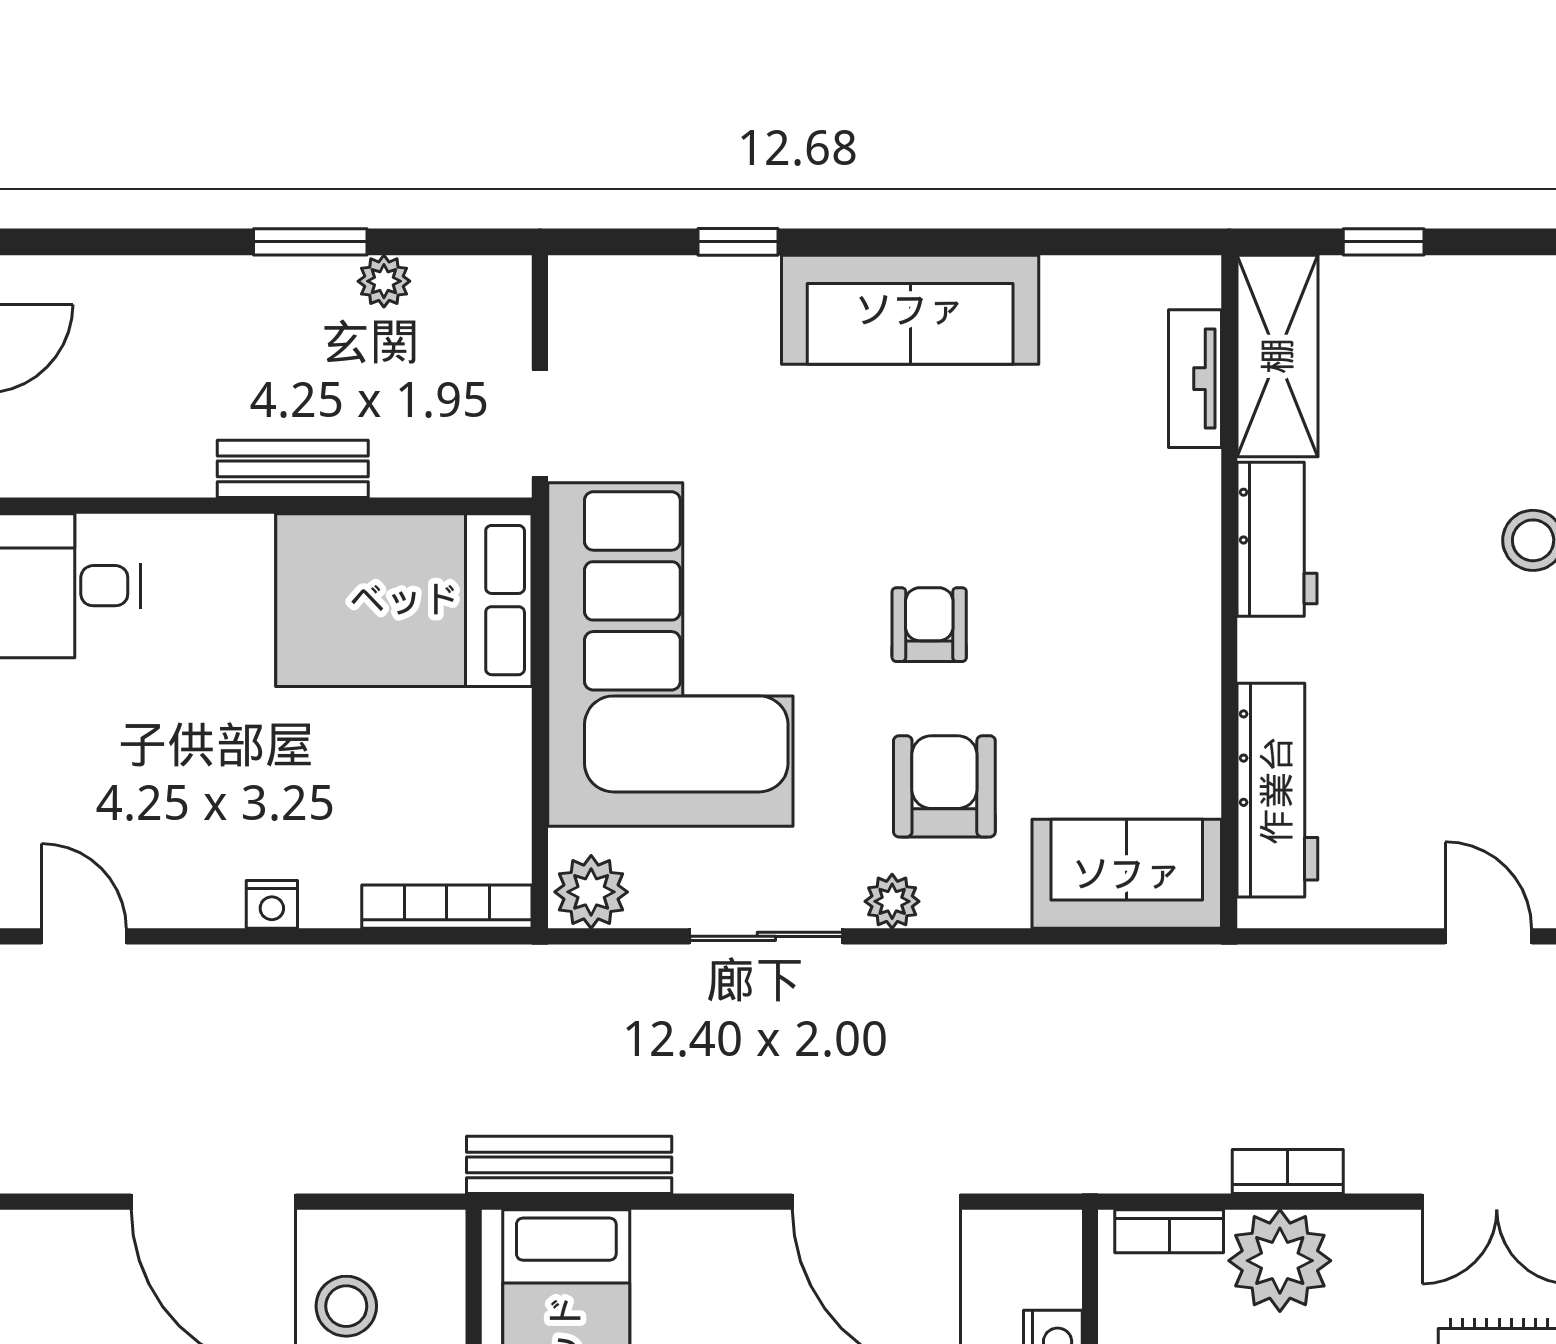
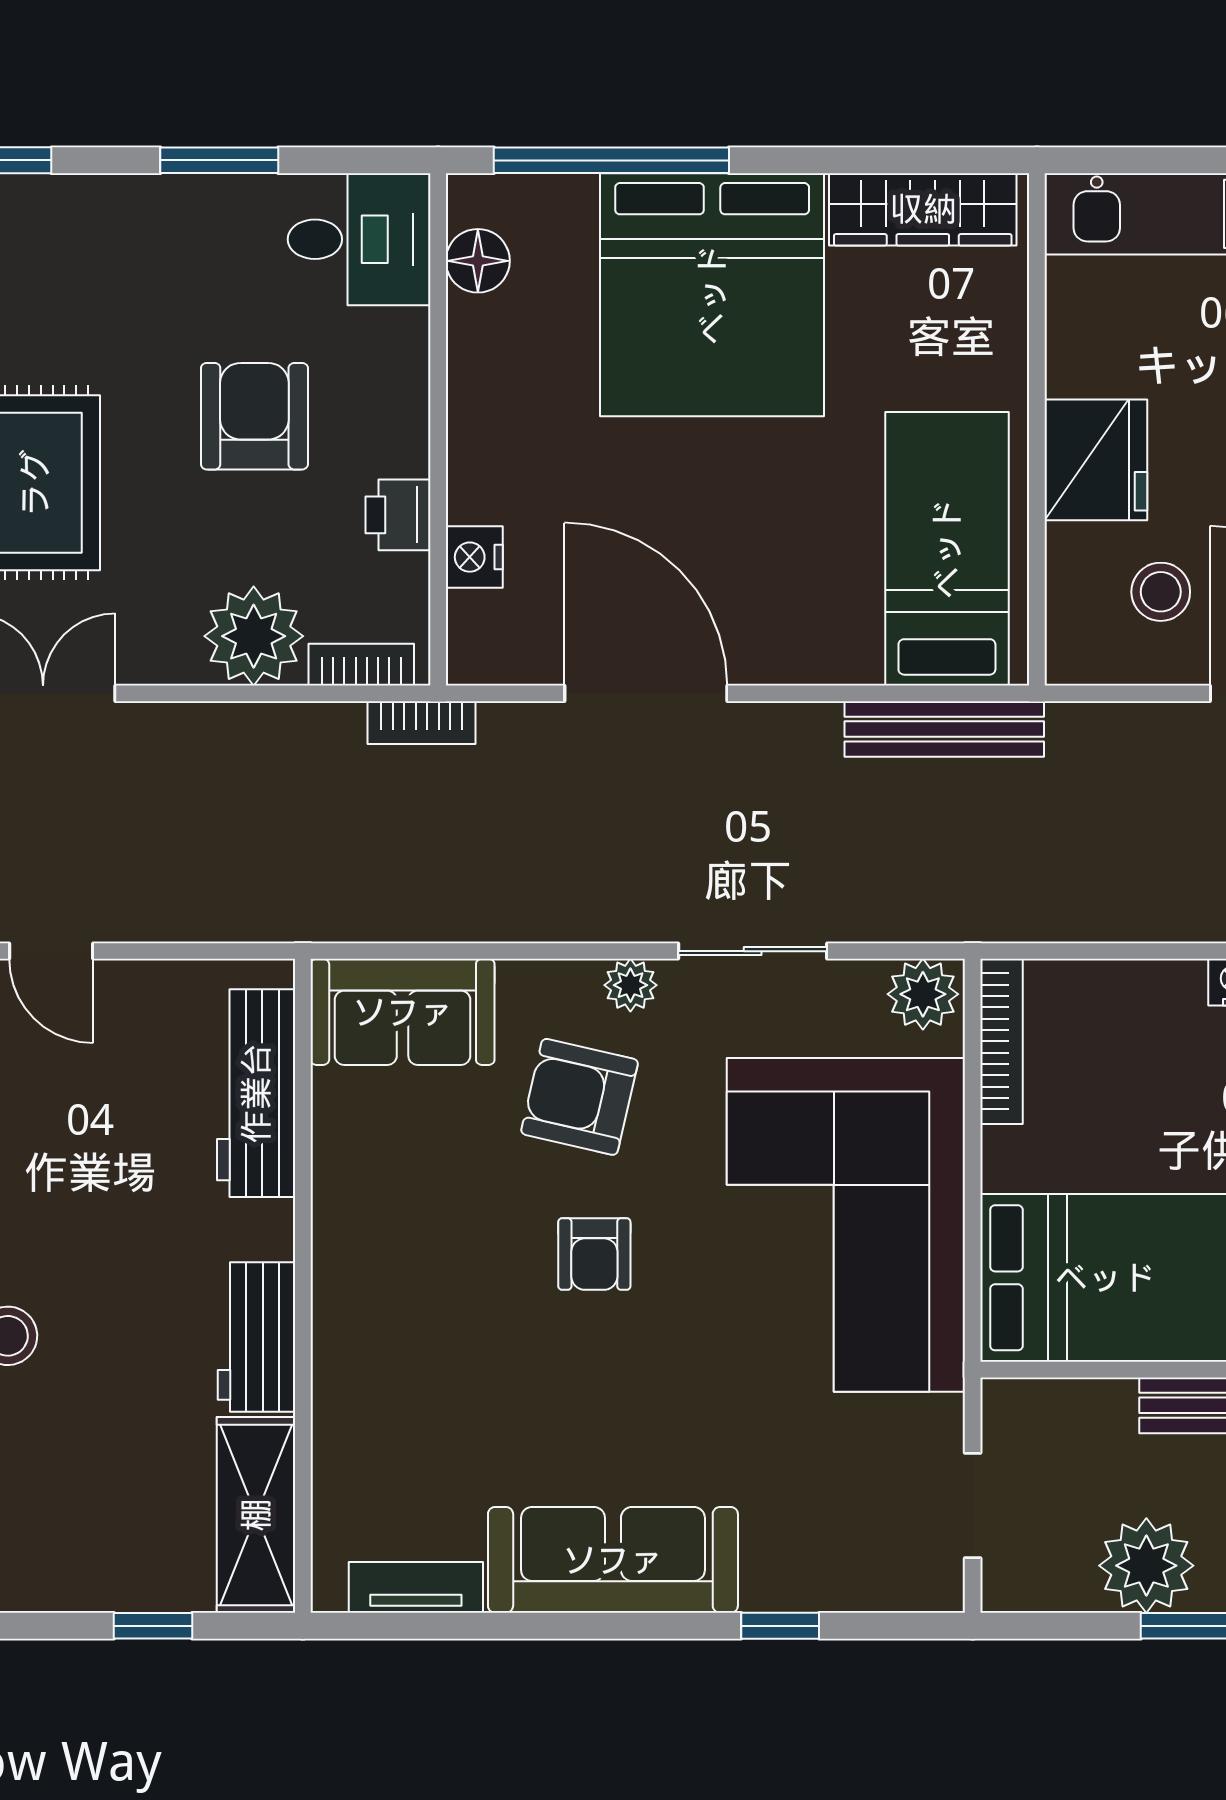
plant: (384, 281) -> (1146, 1566), width x1.87, depth x1.87
tv unit: (1195, 379) -> (416, 1587), moved, turned -90
doorway: (540, 423) -> (973, 1506), moved
armchair: (944, 786) -> (580, 1097), turned 103
bookcase: (447, 907) -> (1001, 1041), moved, turned -90
bookcase: (1288, 1171) -> (422, 723), moved

